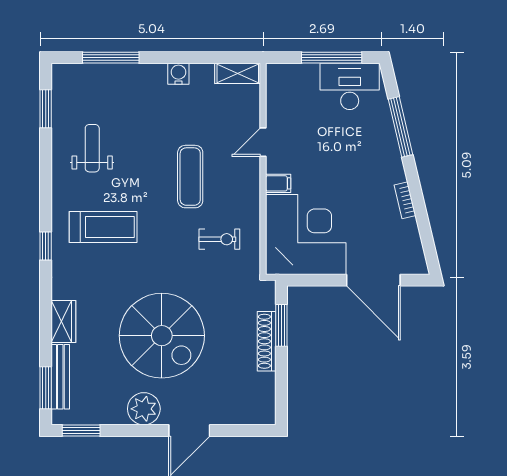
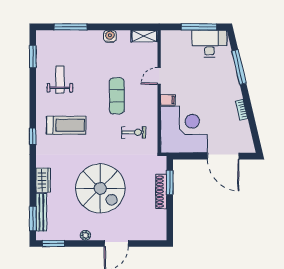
plant: (144, 409) -> (85, 235), width x0.53, depth x0.53

